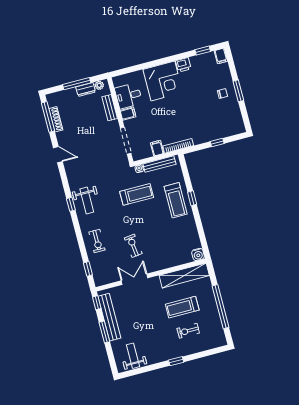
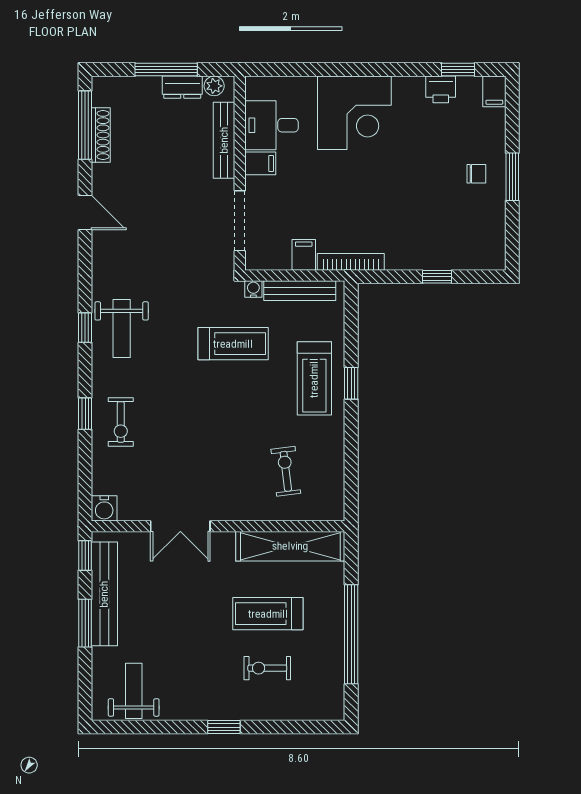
printer: (183, 65) -> (441, 89), moved
bench: (110, 108) -> (224, 140), width x1.36
exercise bike: (133, 246) -> (286, 471), moved
water cooler: (198, 254) -> (104, 508), moved
window: (88, 269) -> (85, 414), moved
double door: (135, 279) -> (180, 526), swing flipped

